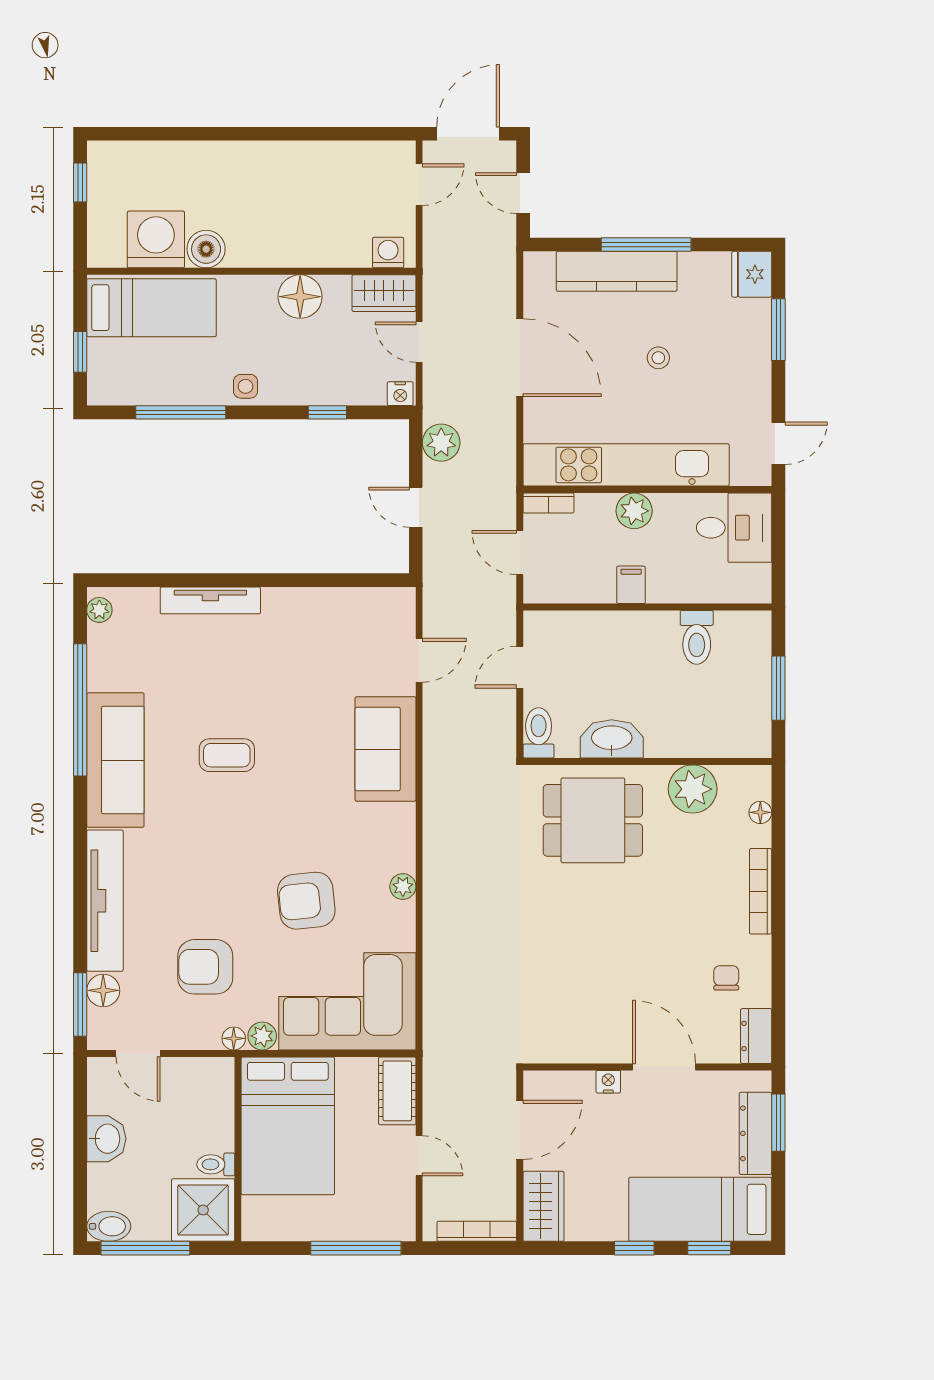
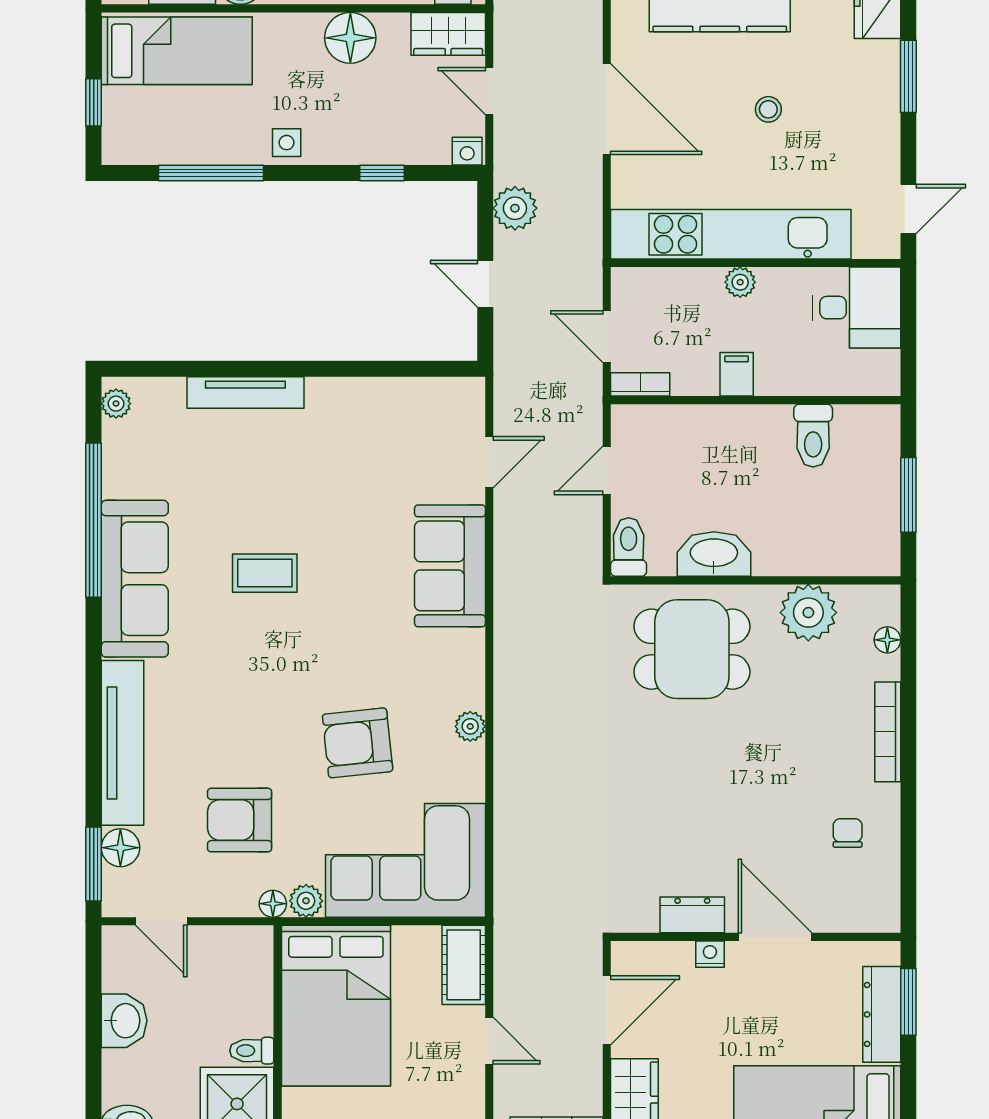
bookcase: (548, 503) -> (640, 384), moved, turned 180
plant: (634, 511) -> (740, 282), width x0.73, depth x0.73
dresser: (756, 1036) -> (692, 915), moved, turned 90

